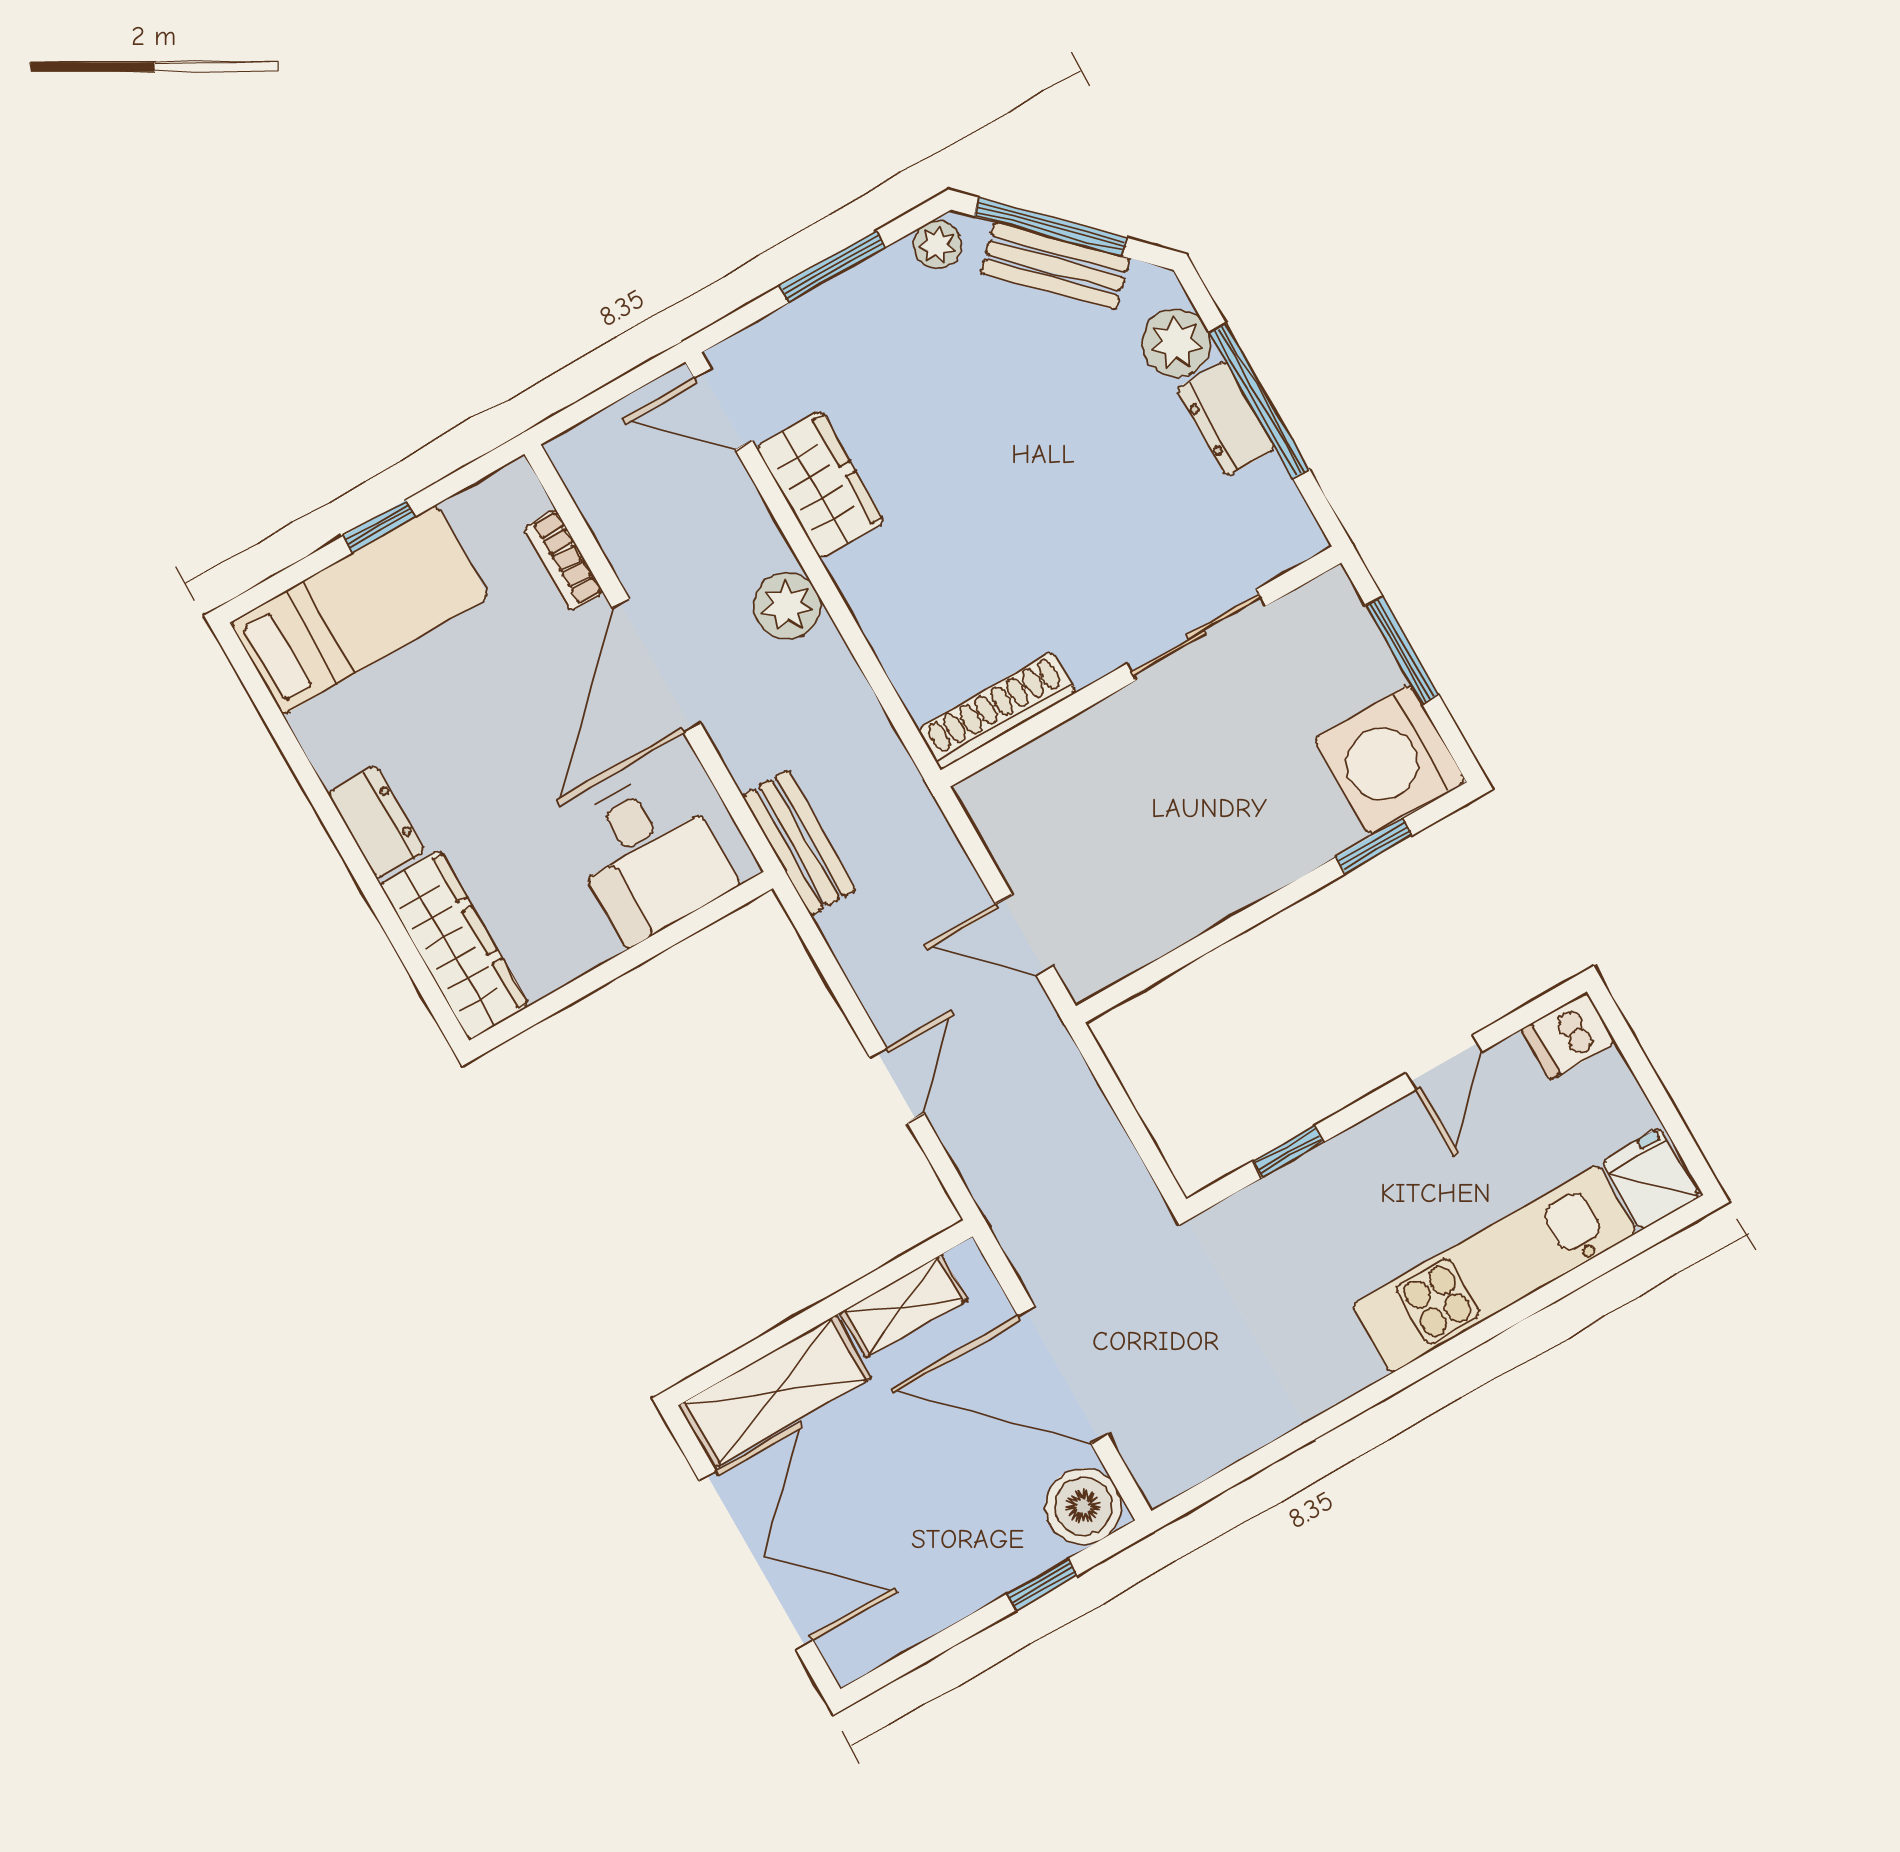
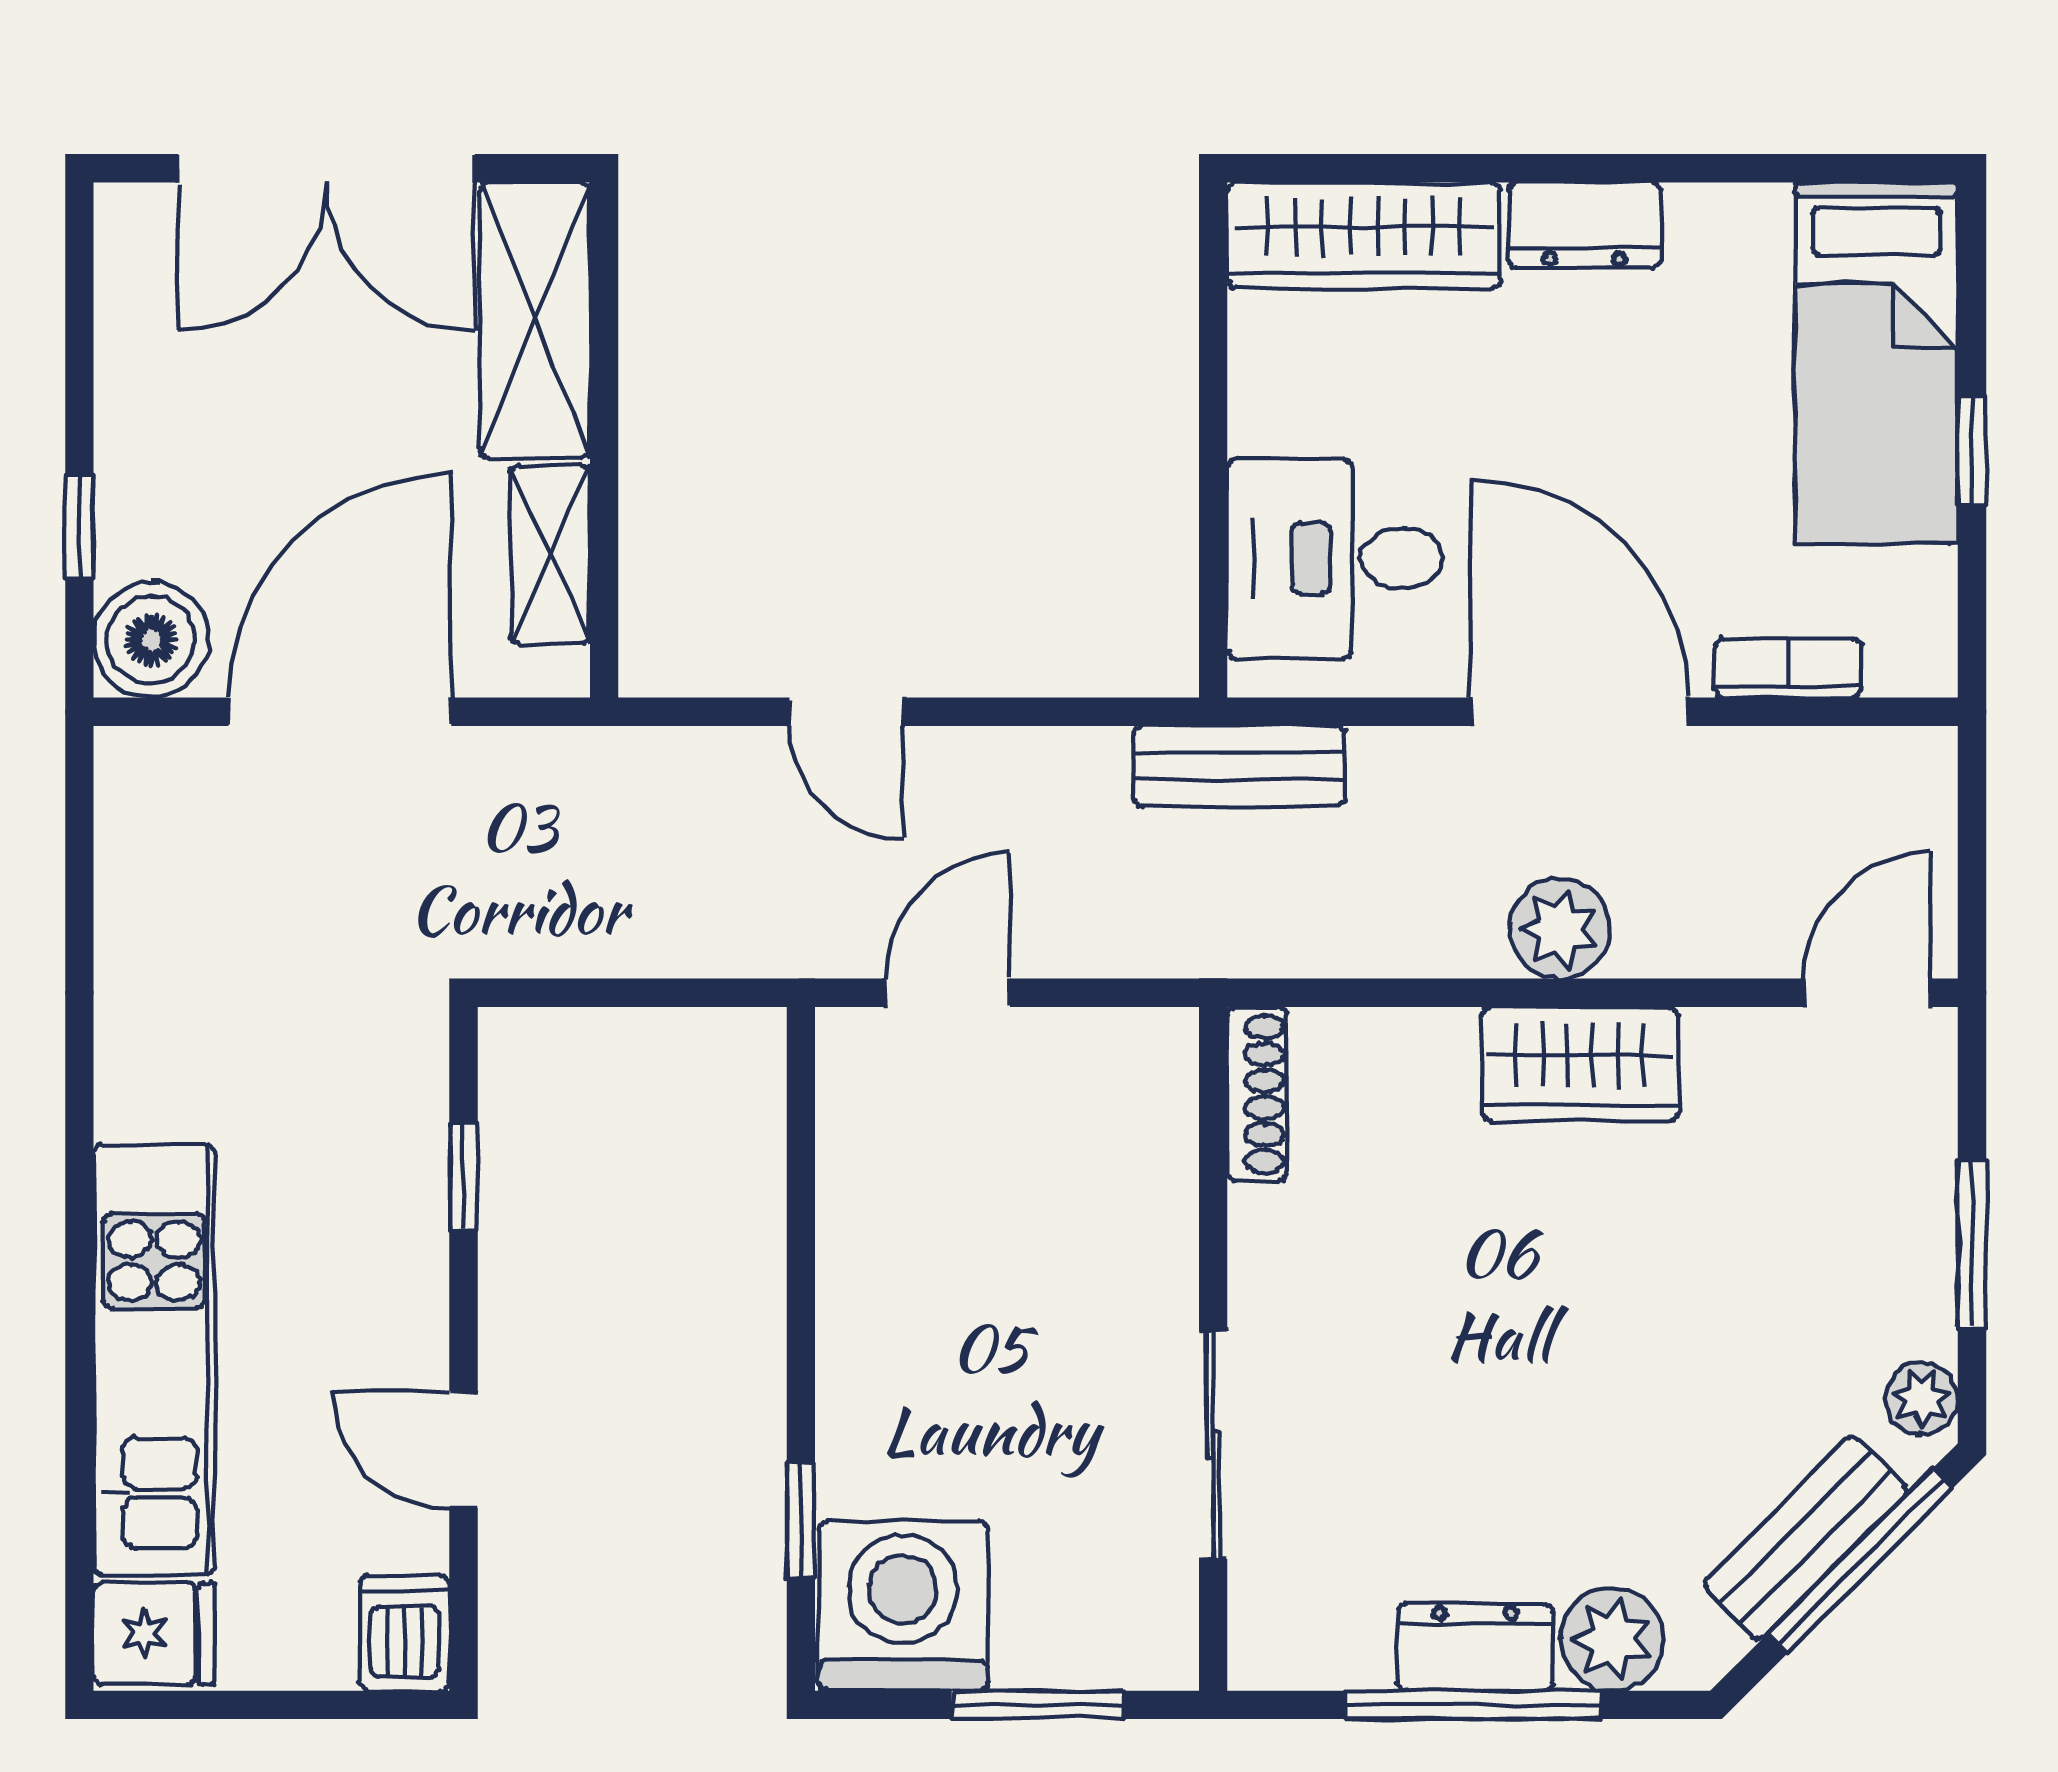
wardrobe: (820, 484) -> (1580, 1064), moved
shoe rack: (997, 711) -> (1257, 1094), width x0.74, depth x0.81

